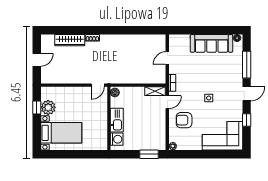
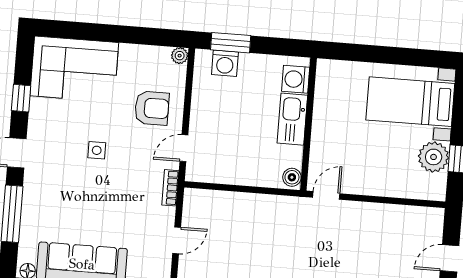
shelving: (155, 91) -> (208, 173), removed
washing machine: (151, 144) -> (225, 63), added

